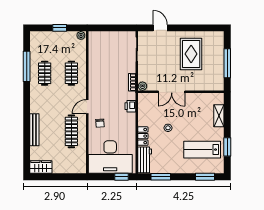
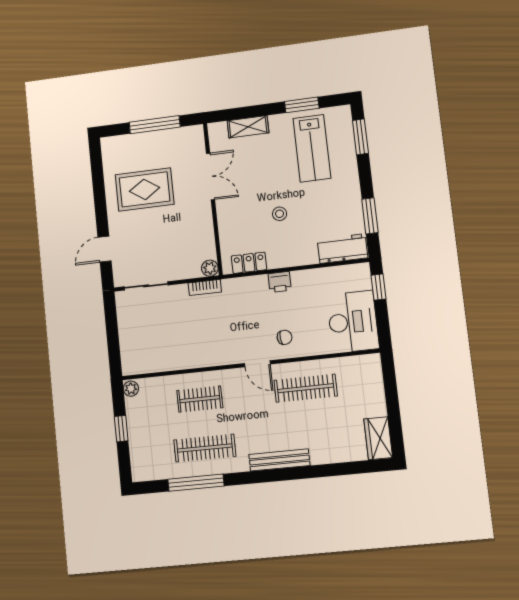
clothes rail: (45, 73) -> (205, 448), width x1.36
double door: (172, 92) -> (211, 176), moved
printer: (130, 106) -> (280, 282), moved
bench: (34, 130) -> (279, 460), moved
locker: (143, 136) -> (249, 263), moved
desk: (110, 157) -> (353, 322), width x0.73, depth x0.77

